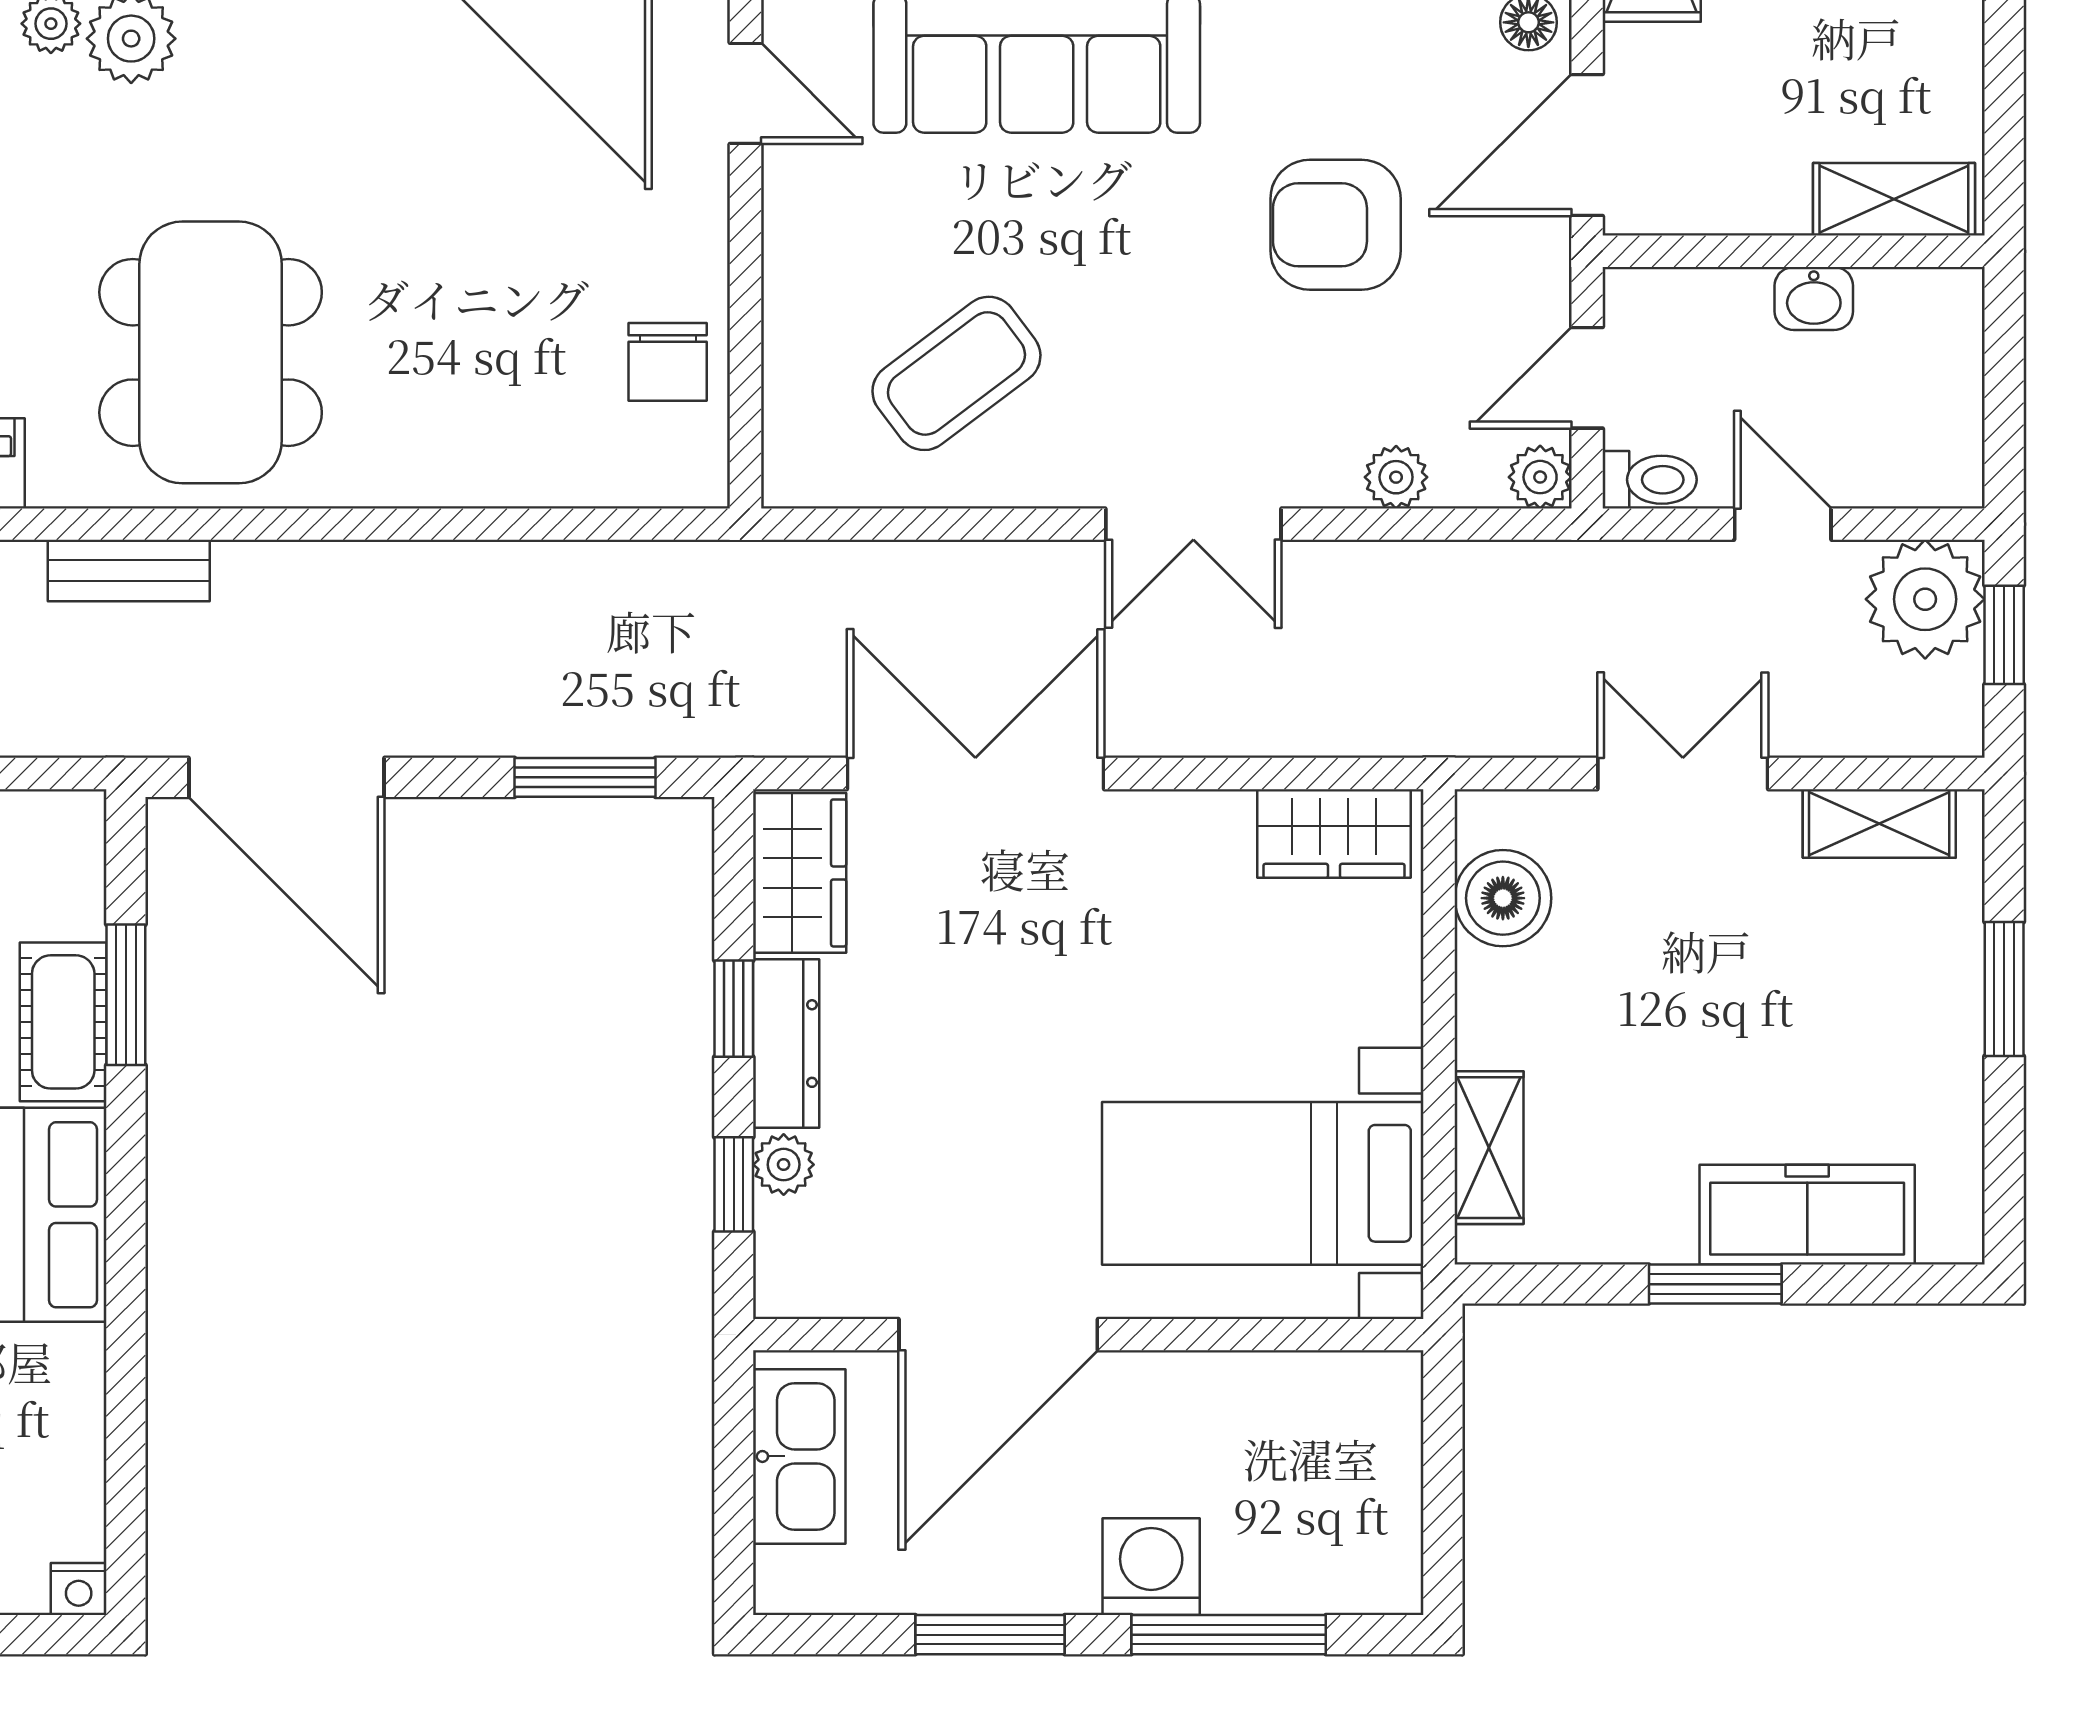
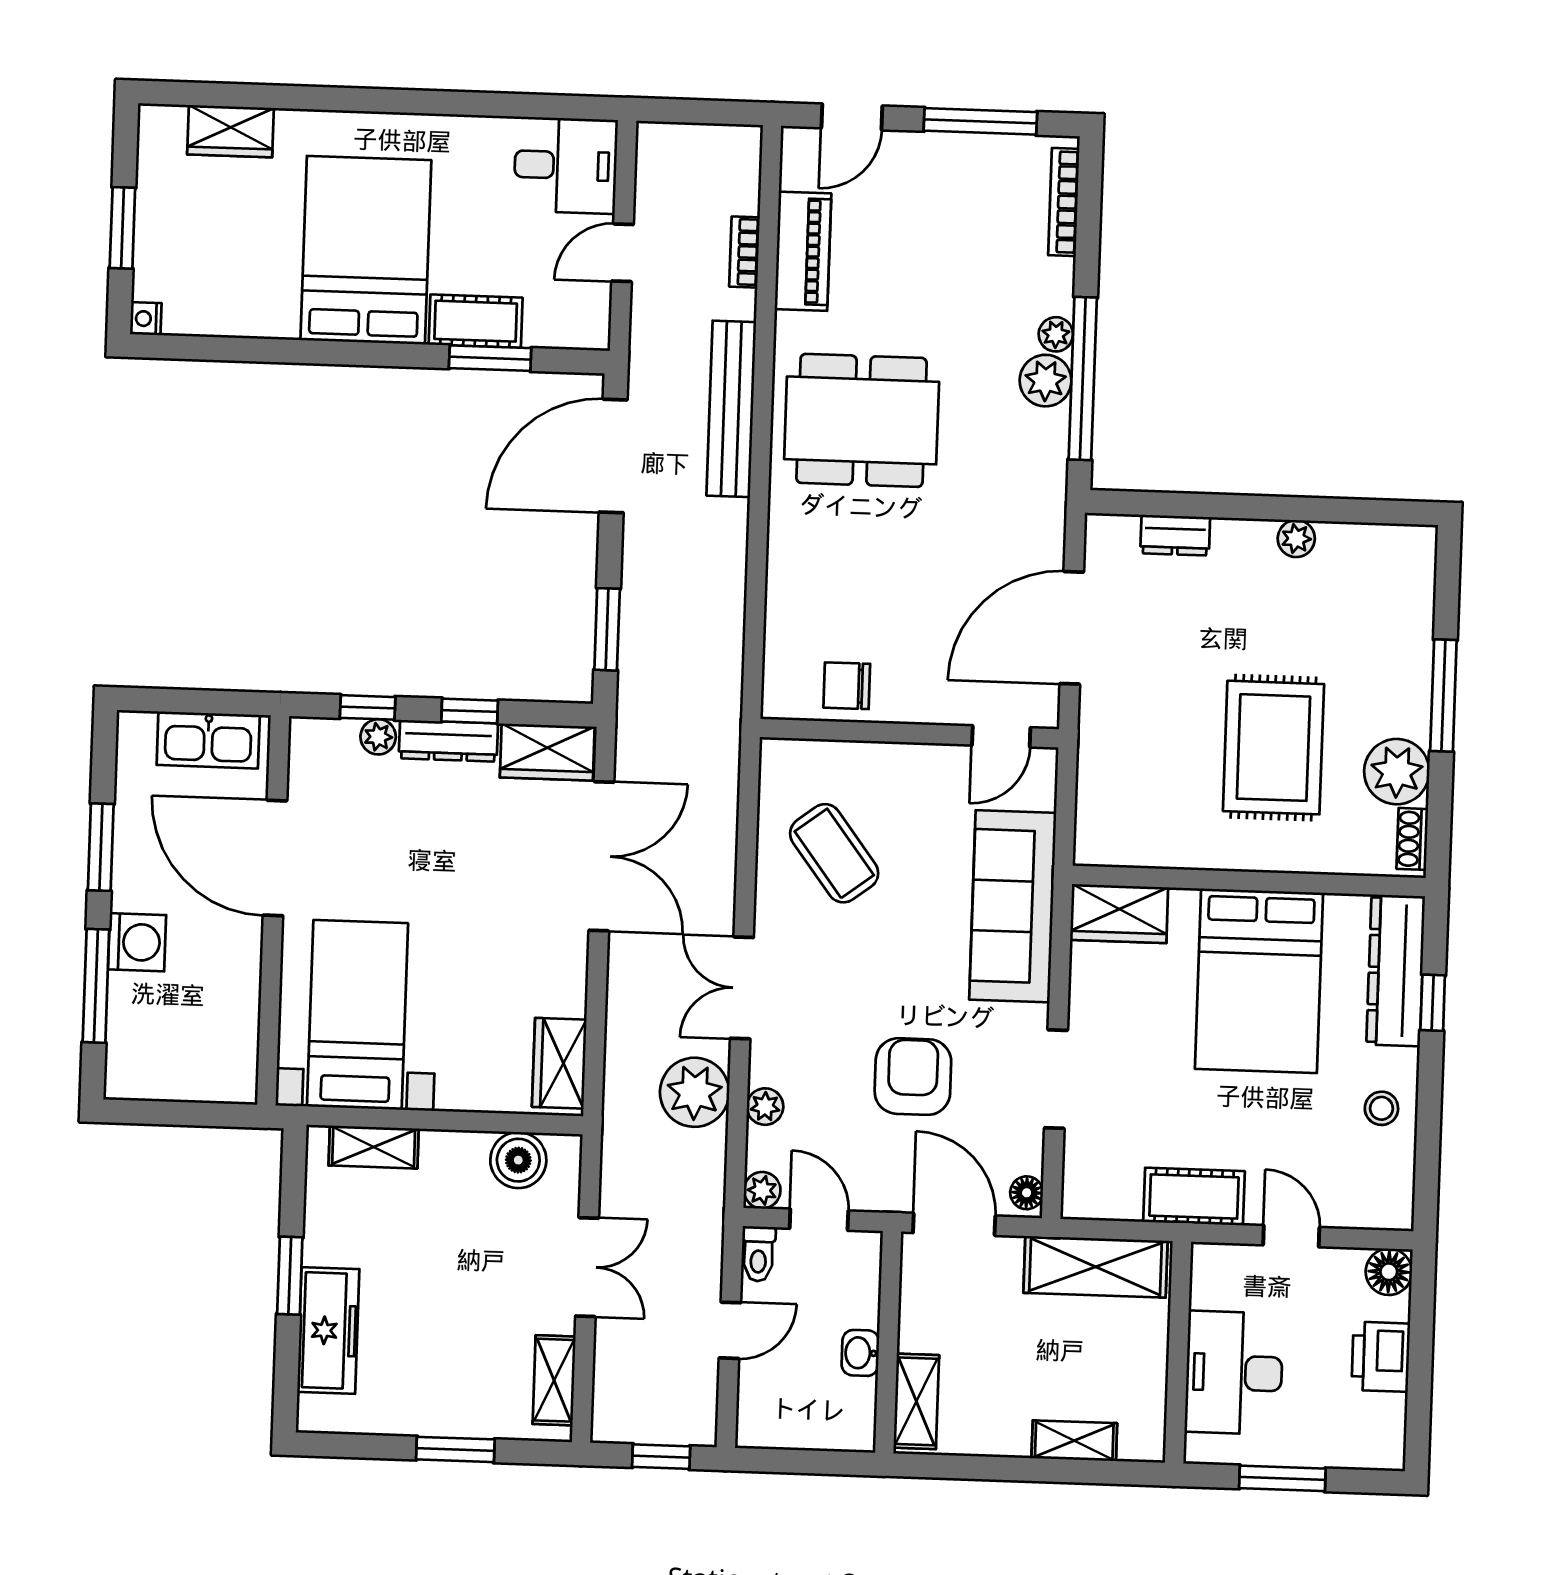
bench: (129, 571) -> (731, 409), width x1.86, depth x1.21
plant: (1925, 599) -> (695, 1092), moved

